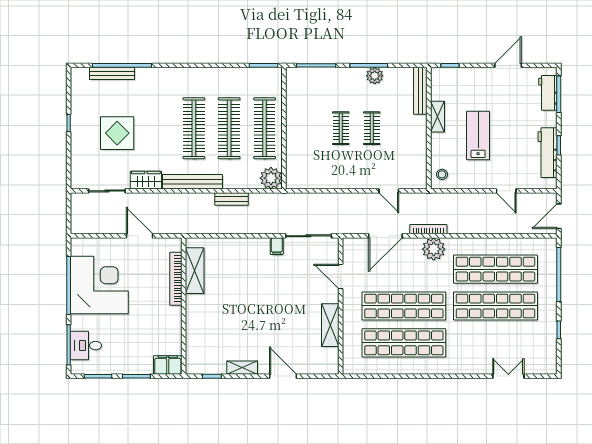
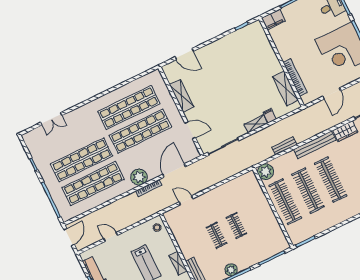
door: (139, 236) -> (332, 94), hinge flipped
filing cabinet: (277, 246) -> (270, 116), moved
shelving: (242, 368) -> (256, 124), moved
door: (283, 376) -> (184, 54), moved

